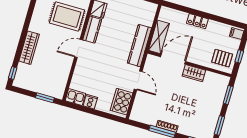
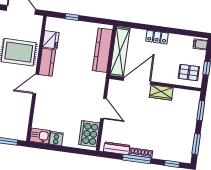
shelving: (159, 37) -> (120, 52), width x1.47
kitchen counter: (139, 46) -> (102, 50), moved
dresser: (145, 119) -> (117, 148), added

